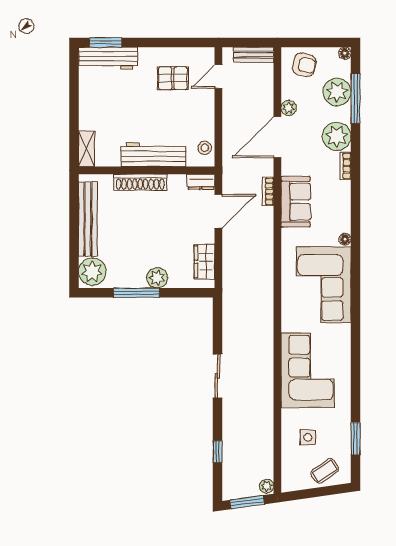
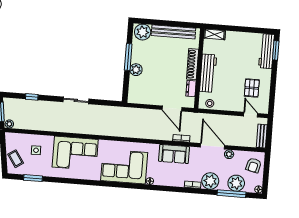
dresser: (201, 182) -> (191, 89), moved
wardrobe: (205, 262) -> (143, 98), removed

